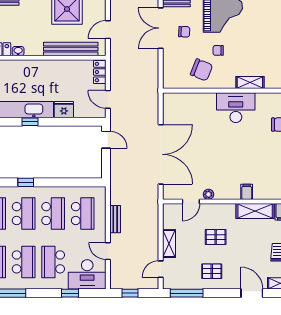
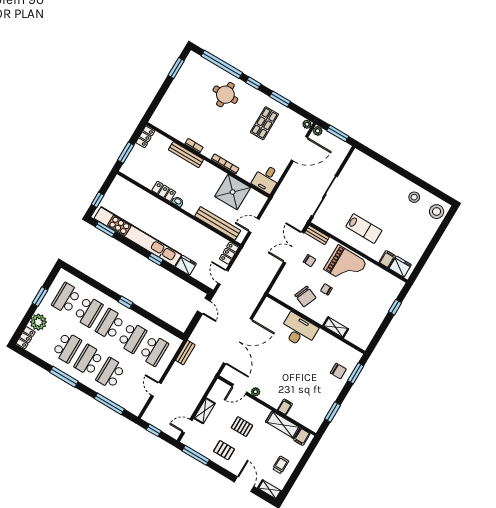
desk: (236, 108) -> (299, 330), moved
school desk: (24, 214) -> (110, 324), turned 180
bench: (115, 219) -> (185, 353), moved
school desk: (24, 262) -> (89, 360), turned 180
desk: (87, 274) -> (130, 398), removed
window: (70, 293) -> (109, 404), width x2.17

